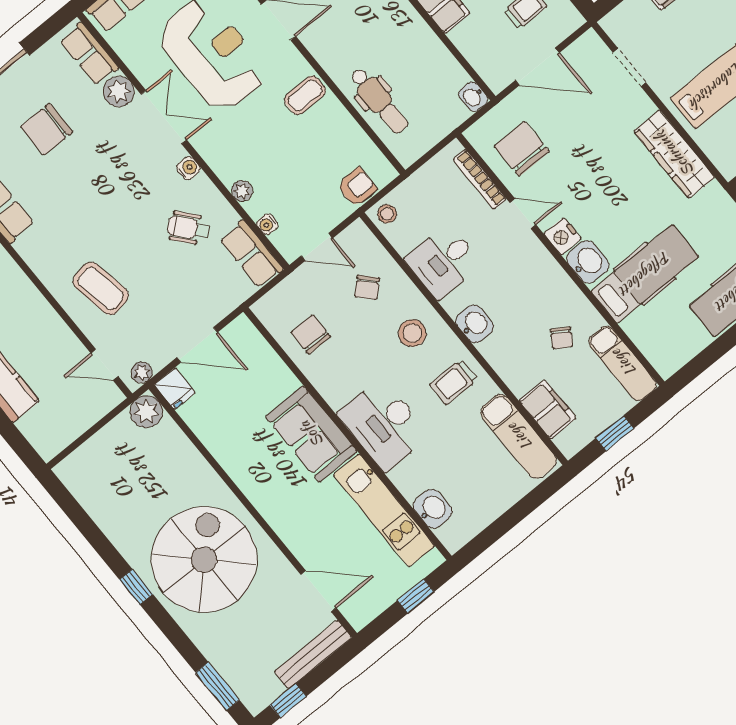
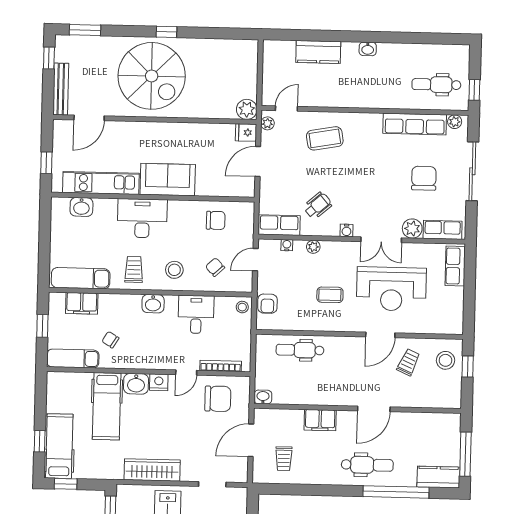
coffee table: (305, 95) -> (330, 295), moved, turned 90

